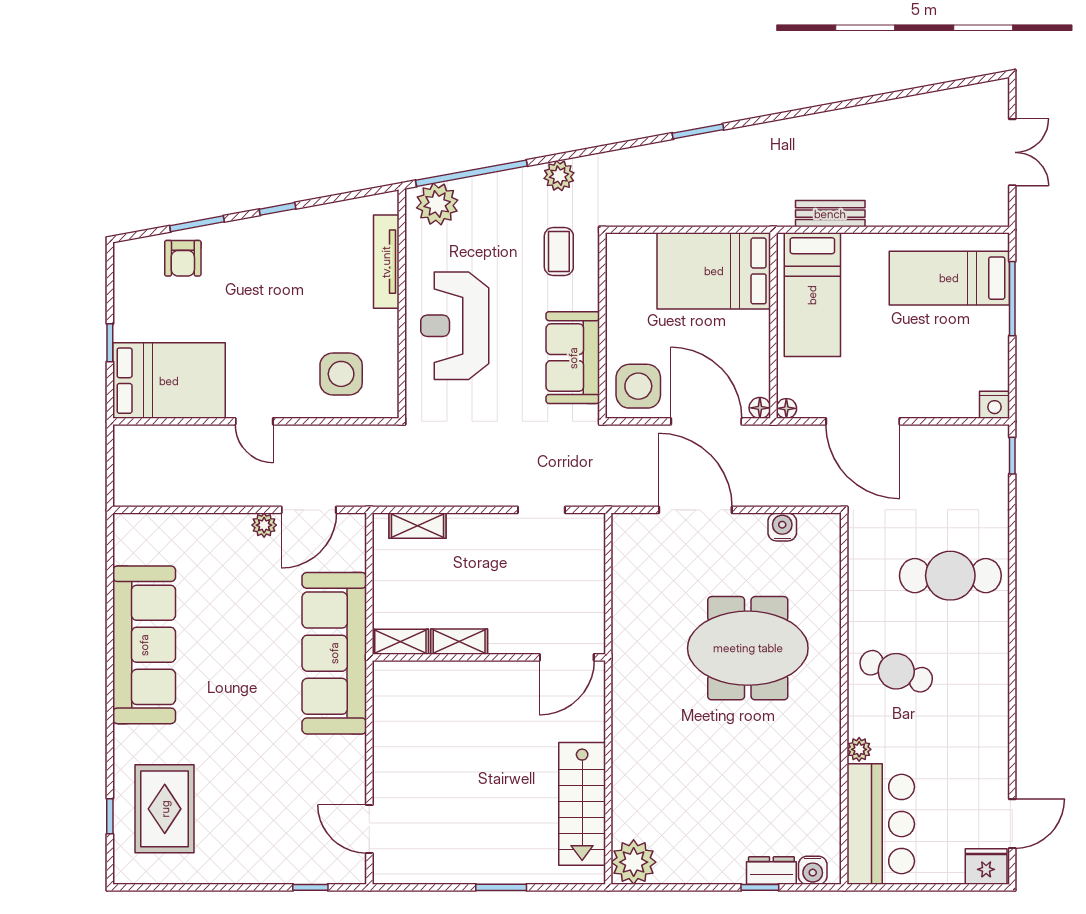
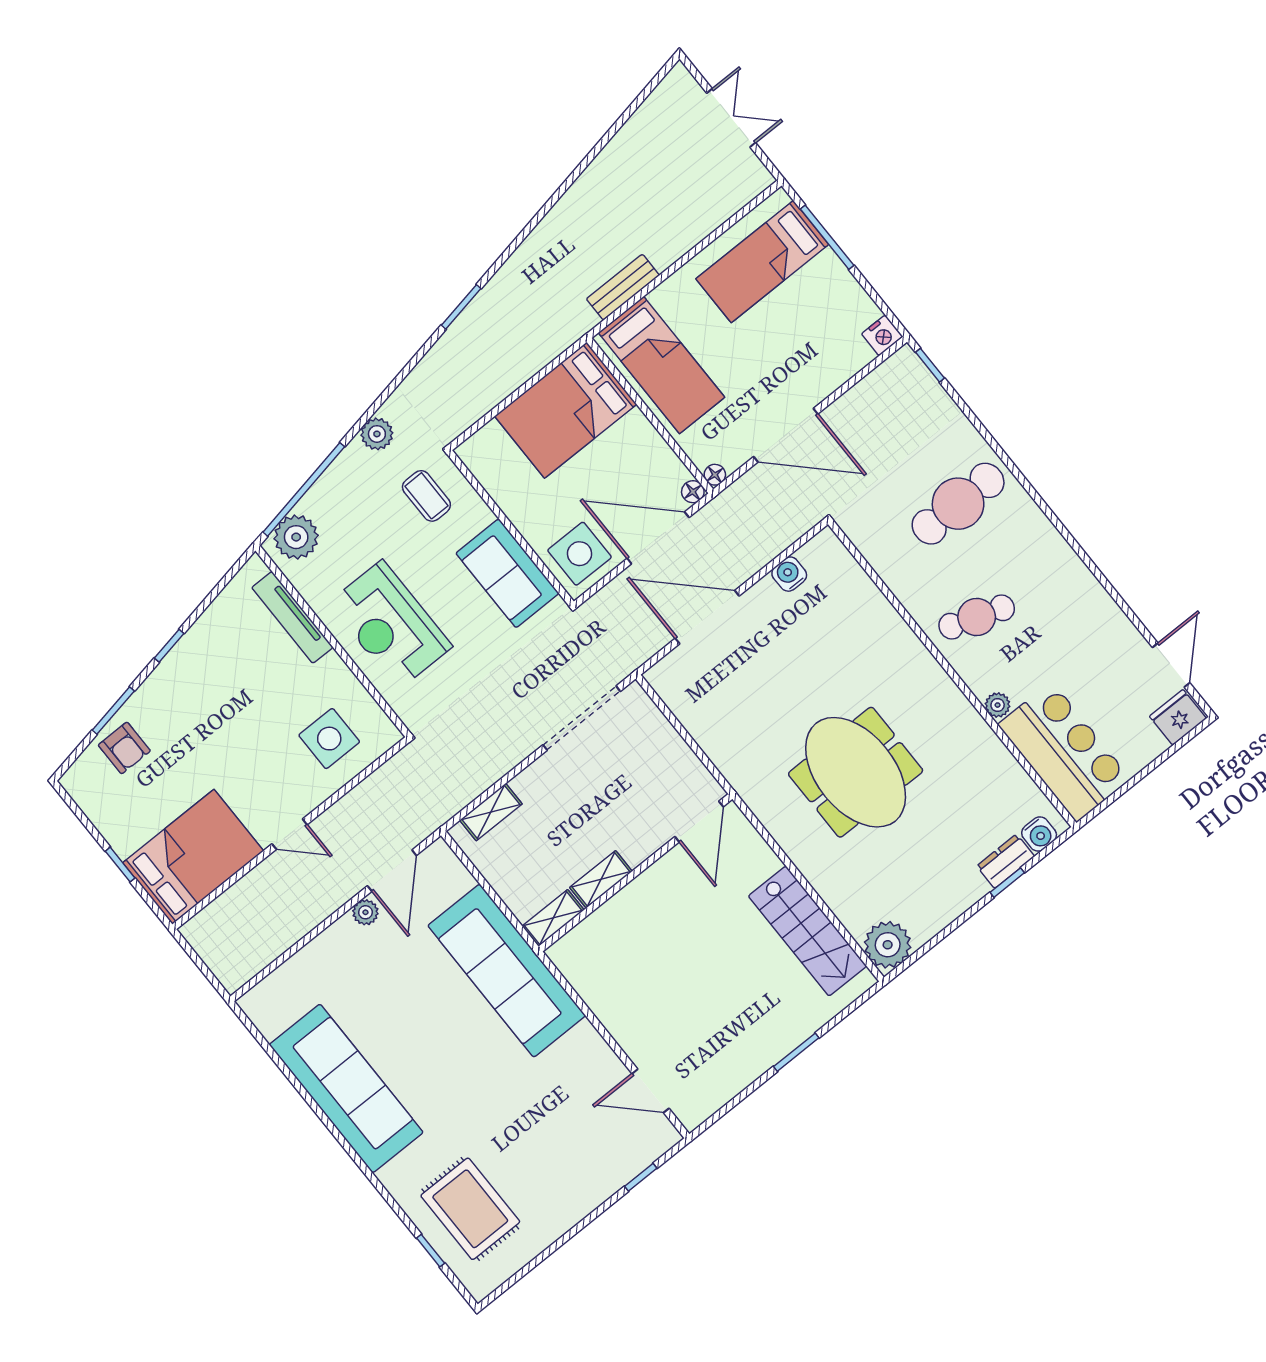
doorway: (541, 510) -> (582, 718), width x1.87
meeting table: (748, 648) -> (856, 772), moved, turned 90

